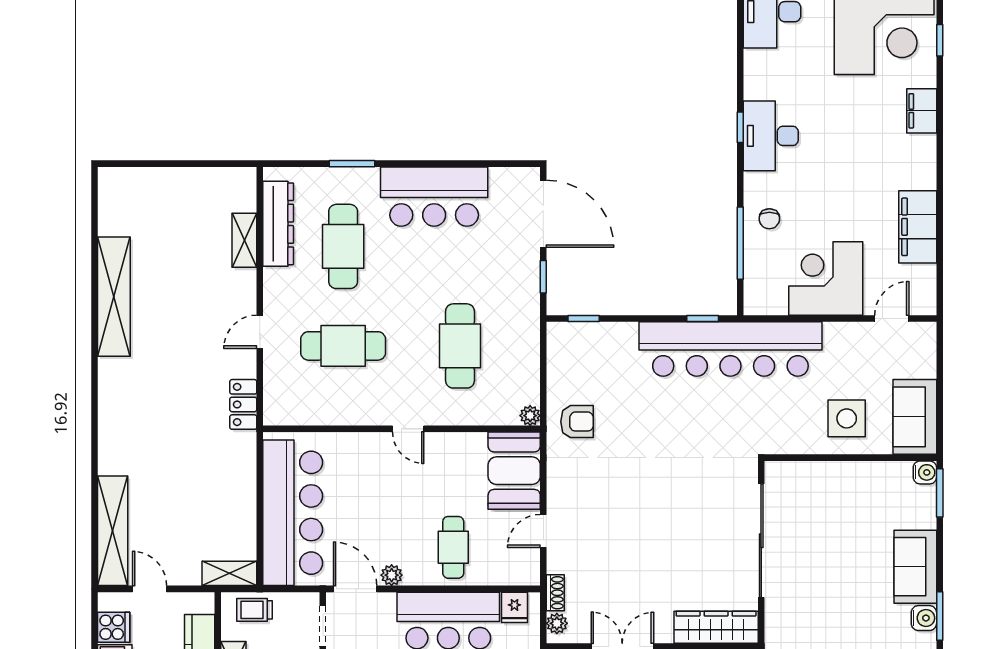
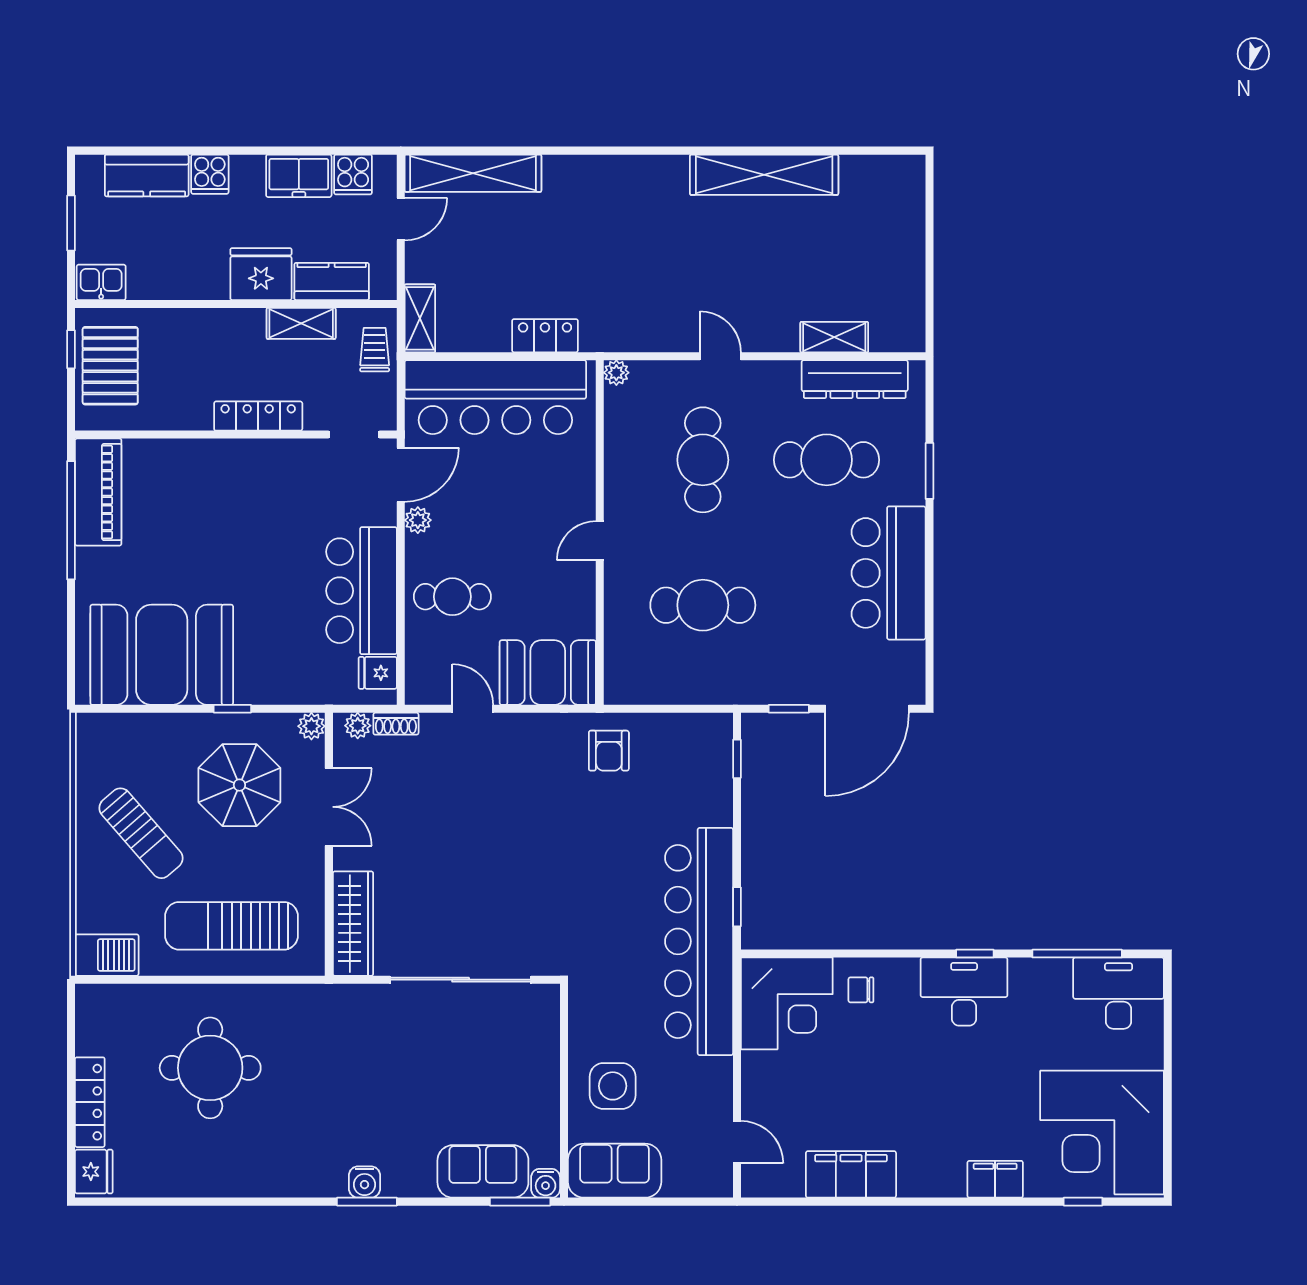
window: (740, 243) -> (1077, 954), moved
corner desk: (826, 278) -> (787, 1003), moved, turned 90
locker: (243, 404) -> (545, 336), moved
plant: (530, 416) -> (616, 373), moved
sofa: (915, 567) -> (483, 1171), moved

